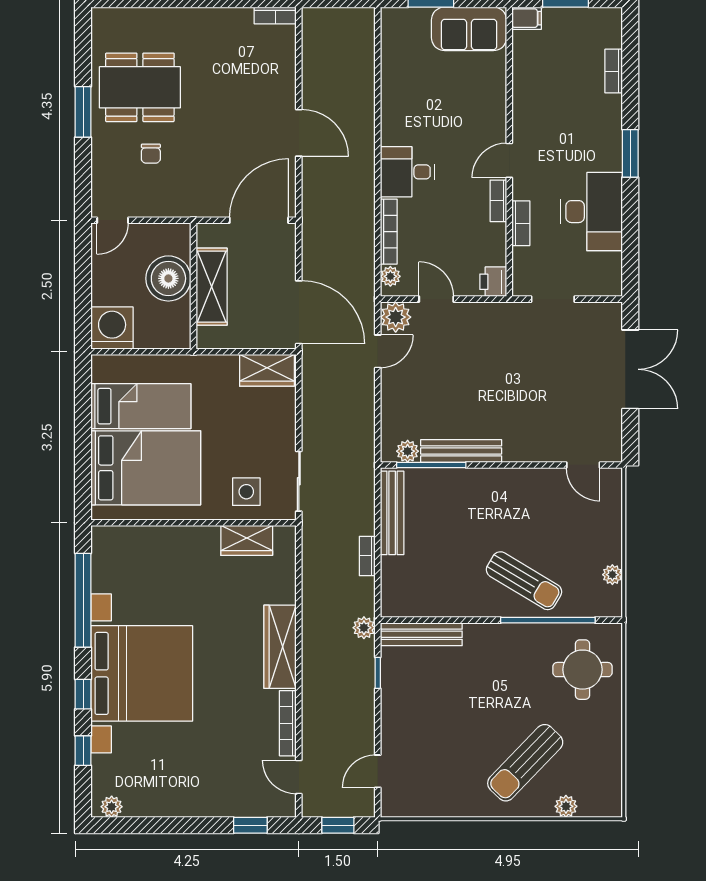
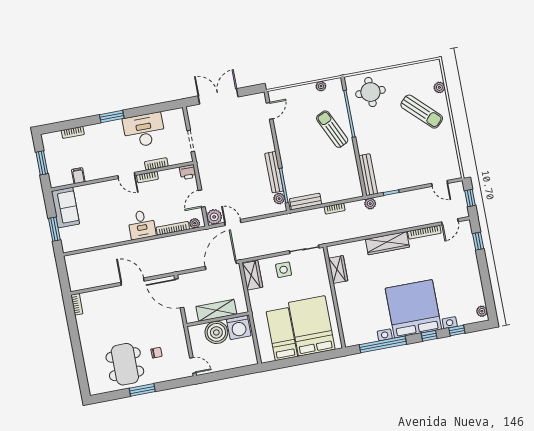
filing cabinet: (527, 18) -> (78, 176), moved
door: (299, 133) -> (133, 282), hinge flipped
washing machine: (112, 328) -> (239, 327), moved, turned -90
side table: (246, 492) -> (284, 270), moved
bench: (392, 513) -> (306, 201), width x0.73
sun lounger: (524, 581) -> (332, 129), turned -56

